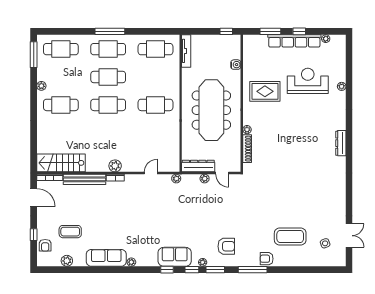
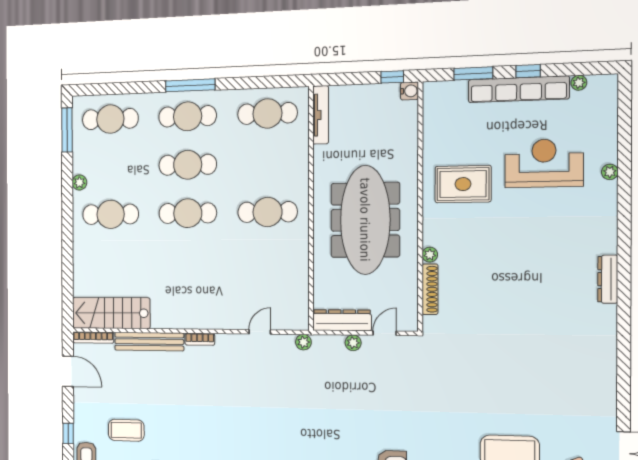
water cooler: (236, 65) -> (409, 91), moved
plant: (115, 166) -> (199, 319), removed
door: (222, 173) -> (385, 333), swing flipped

